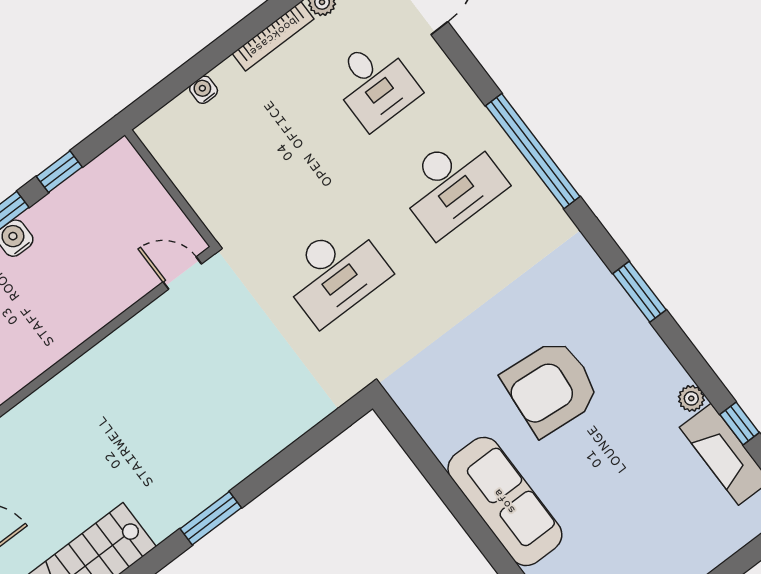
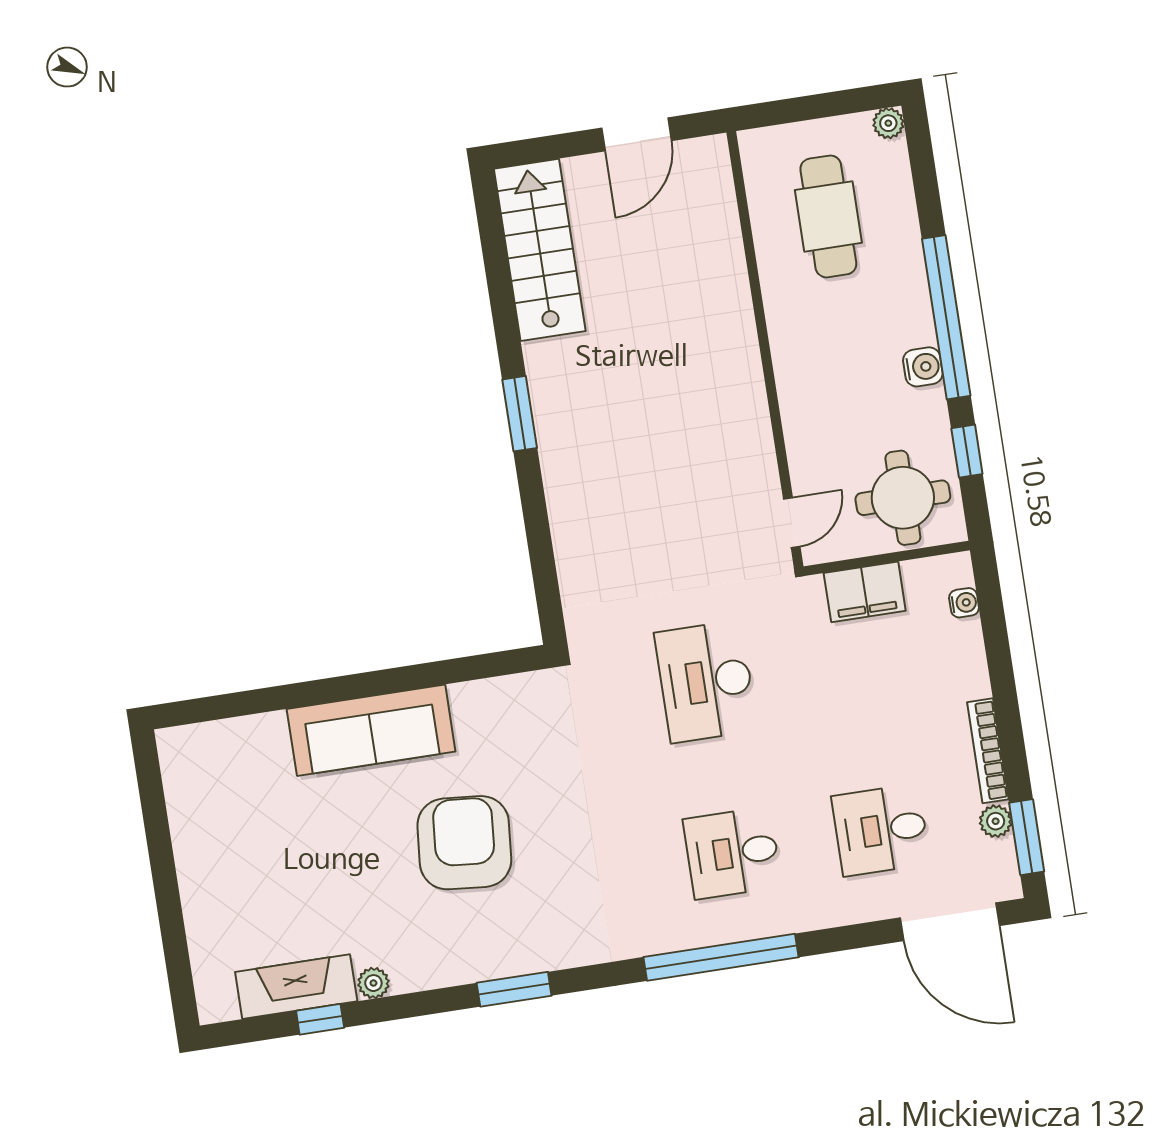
water cooler: (204, 90) -> (964, 603), moved
desk: (451, 185) -> (732, 853), width x0.73
filing cabinet: (205, 191) -> (865, 592), added
round table: (119, 201) -> (903, 498), added

